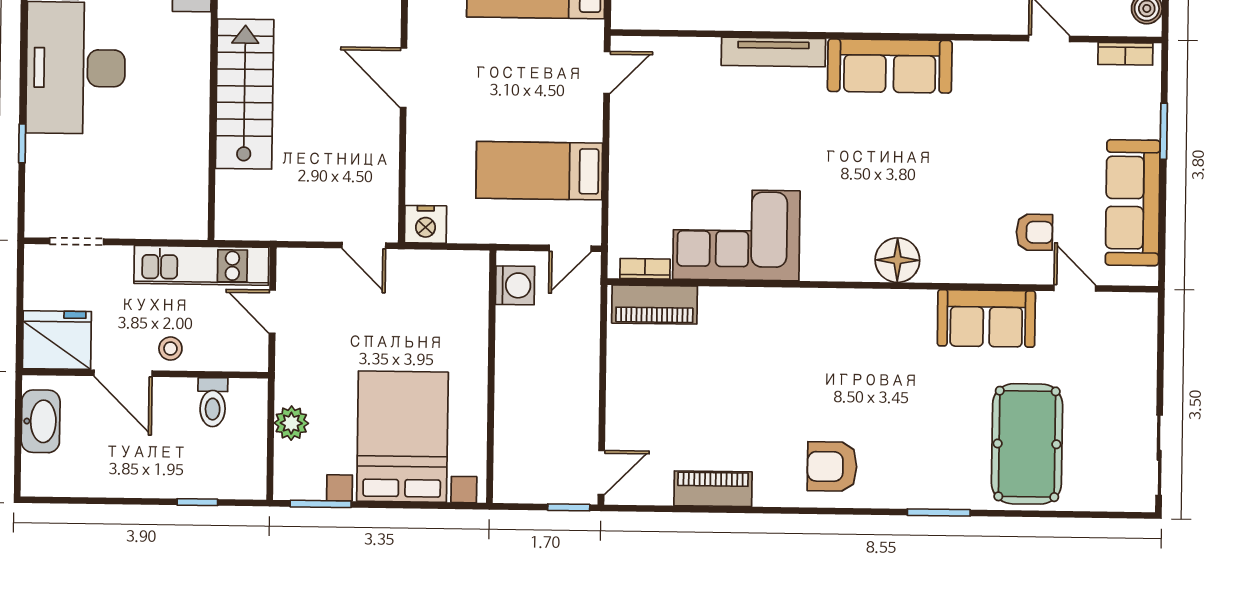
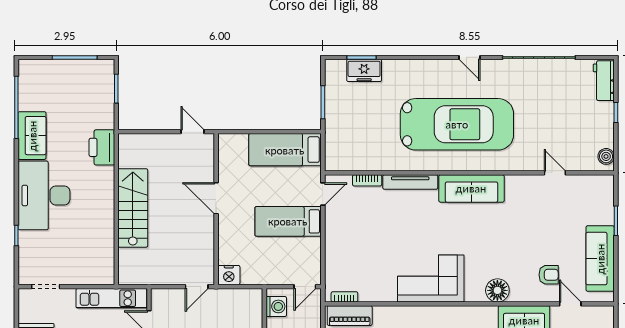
bookcase: (1125, 54) -> (367, 180), moved
bed: (539, 171) -> (288, 221), moved
corner sofa: (736, 235) -> (431, 278), moved
door: (364, 245) -> (197, 287), hinge flipped
floor lamp: (897, 260) -> (497, 290), moved

